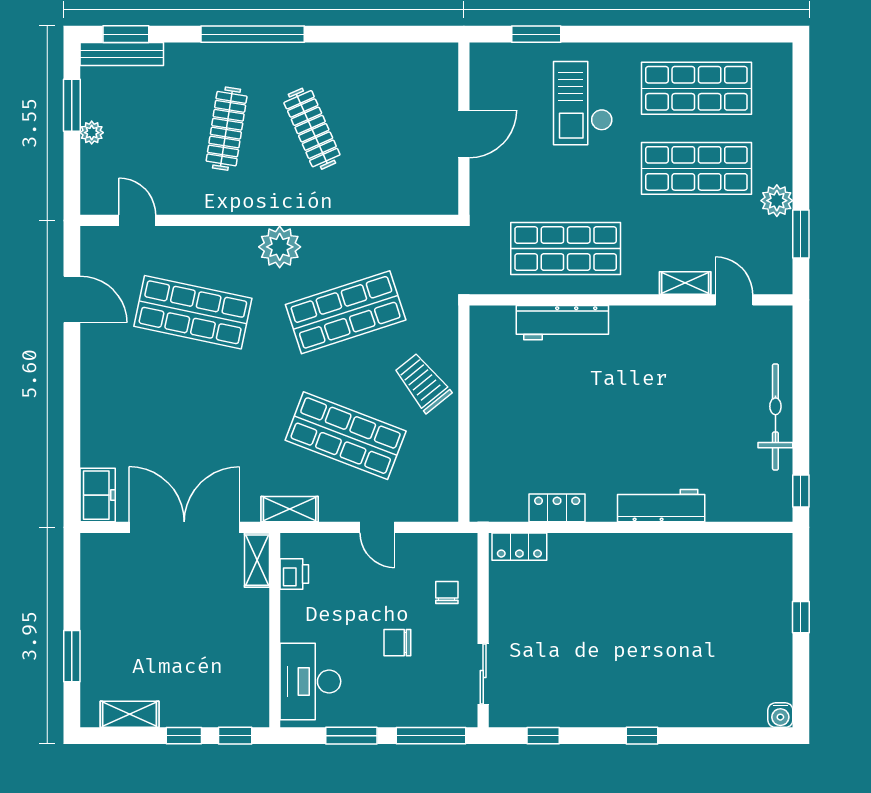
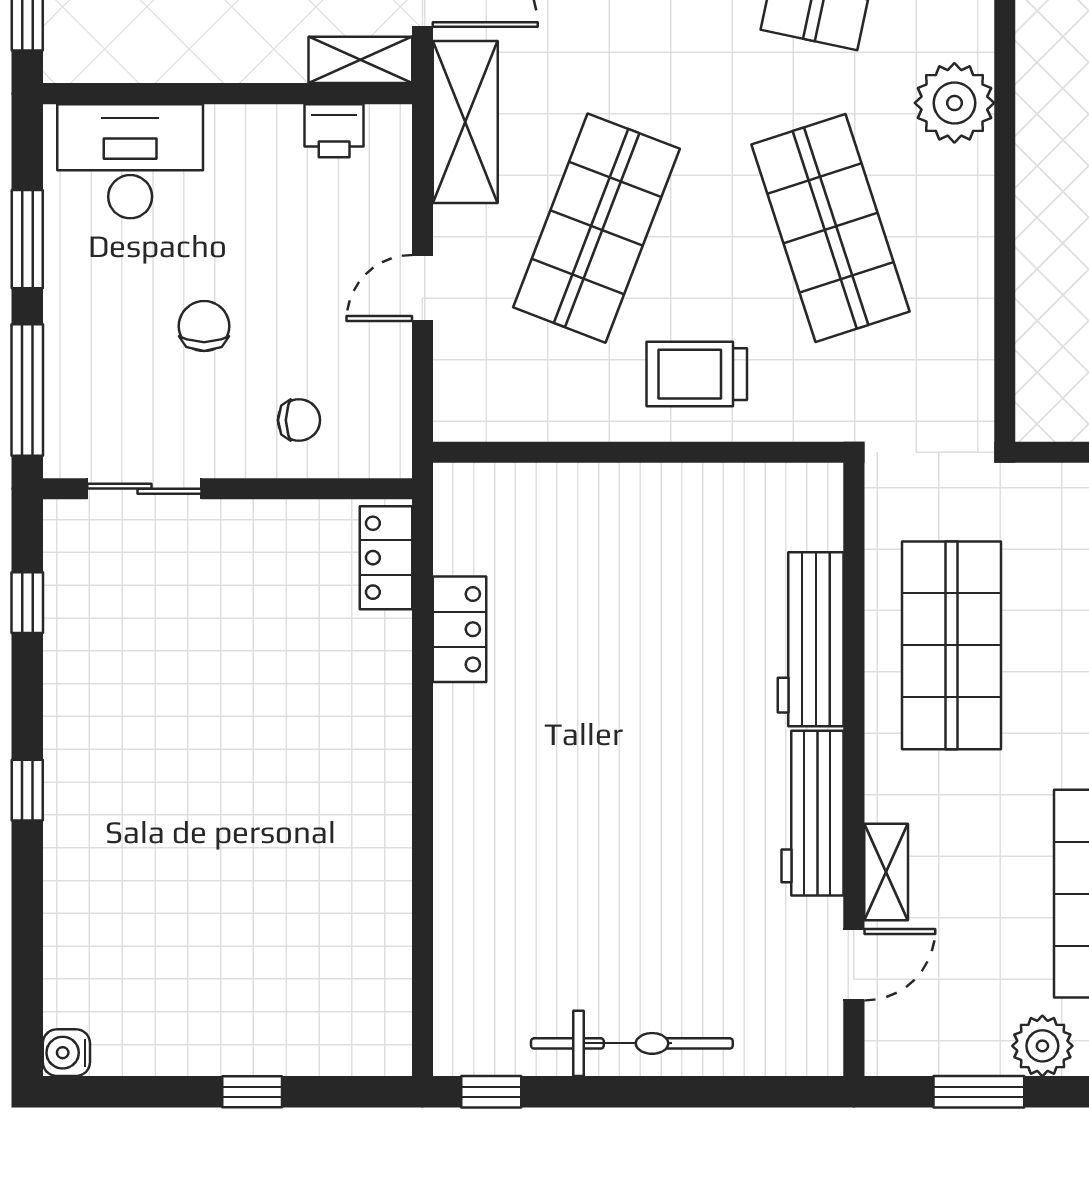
trolley: (423, 383) -> (697, 374), turned -141
workbench: (661, 506) -> (813, 813), moved, turned 180
shelving: (290, 509) -> (465, 122), width x1.50, depth x1.33

